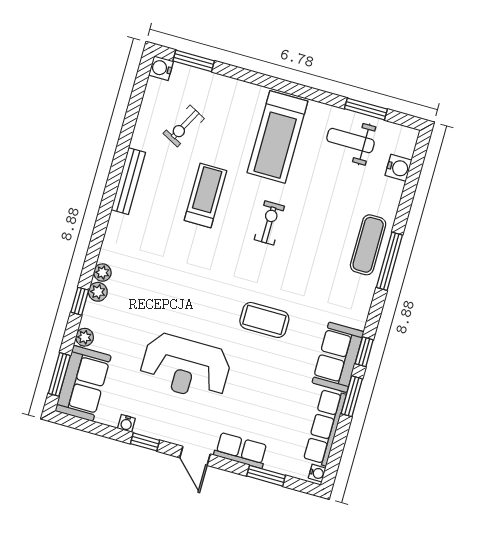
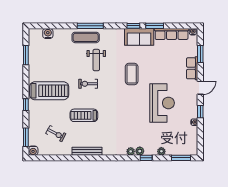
window: (262, 80) -> (26, 105), added
weight bench: (350, 141) -> (96, 60), moved
sofa: (83, 383) -> (182, 146), removed

